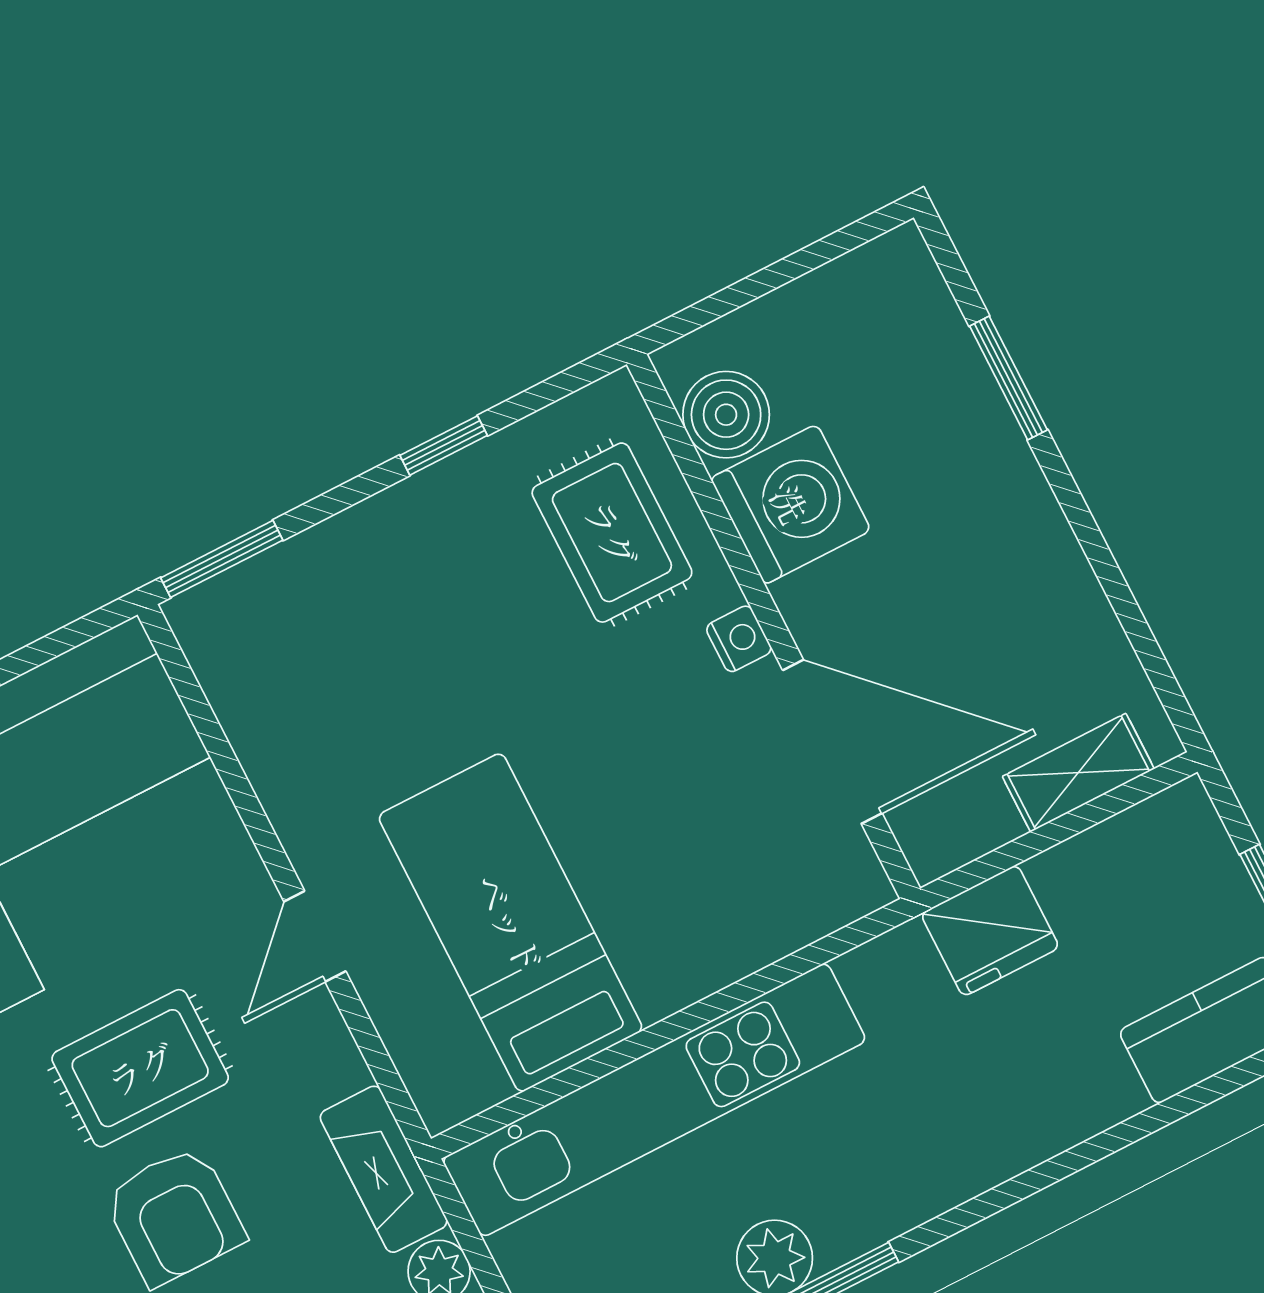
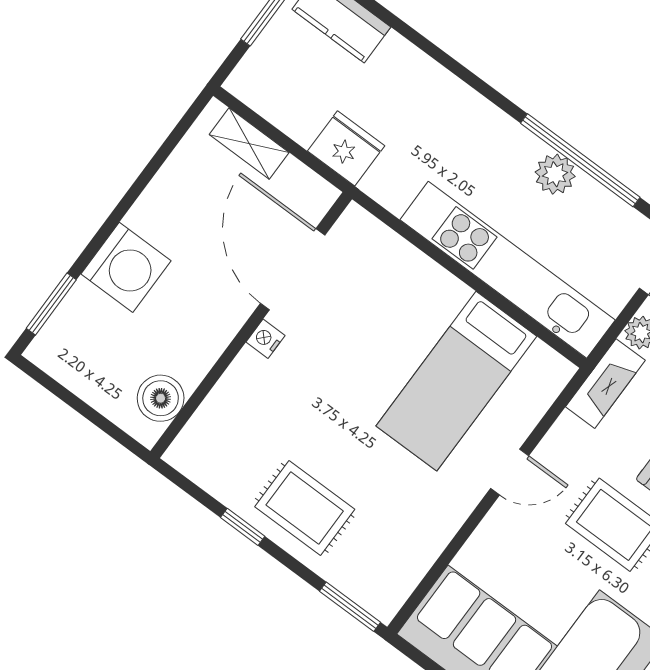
window: (1008, 378) -> (51, 304), moved
washing machine: (791, 504) -> (126, 267), moved, turned 180
rug: (612, 533) -> (305, 508), moved, turned 90

